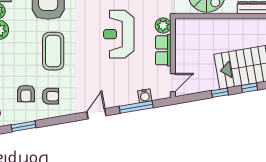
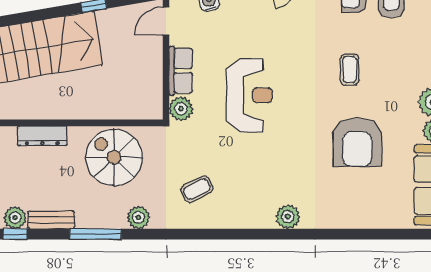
coffee table: (53, 51) -> (350, 69), width x0.54, depth x0.58
window: (249, 88) -> (49, 13), removed

